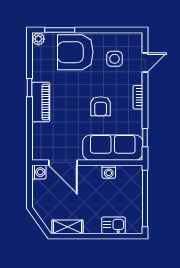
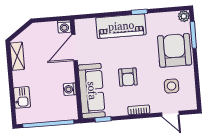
piano: (41, 102) -> (121, 26), width x1.37, depth x1.33
armchair: (101, 106) -> (128, 77), turned -90

